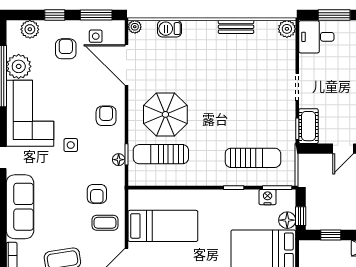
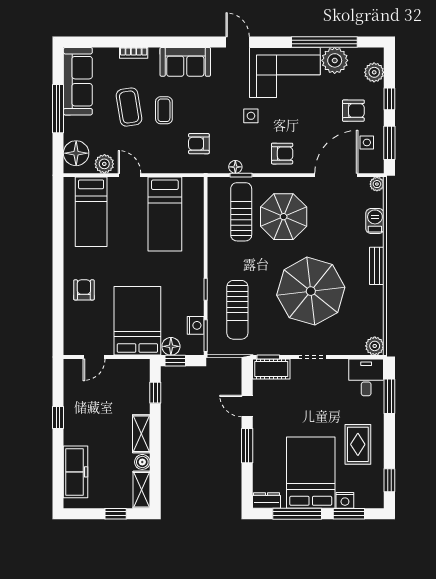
bench: (236, 27) -> (377, 266), moved
parasol: (235, 89) -> (311, 291), added
sofa: (20, 207) -> (185, 62), width x0.73
coffee table: (105, 223) -> (164, 110), moved

